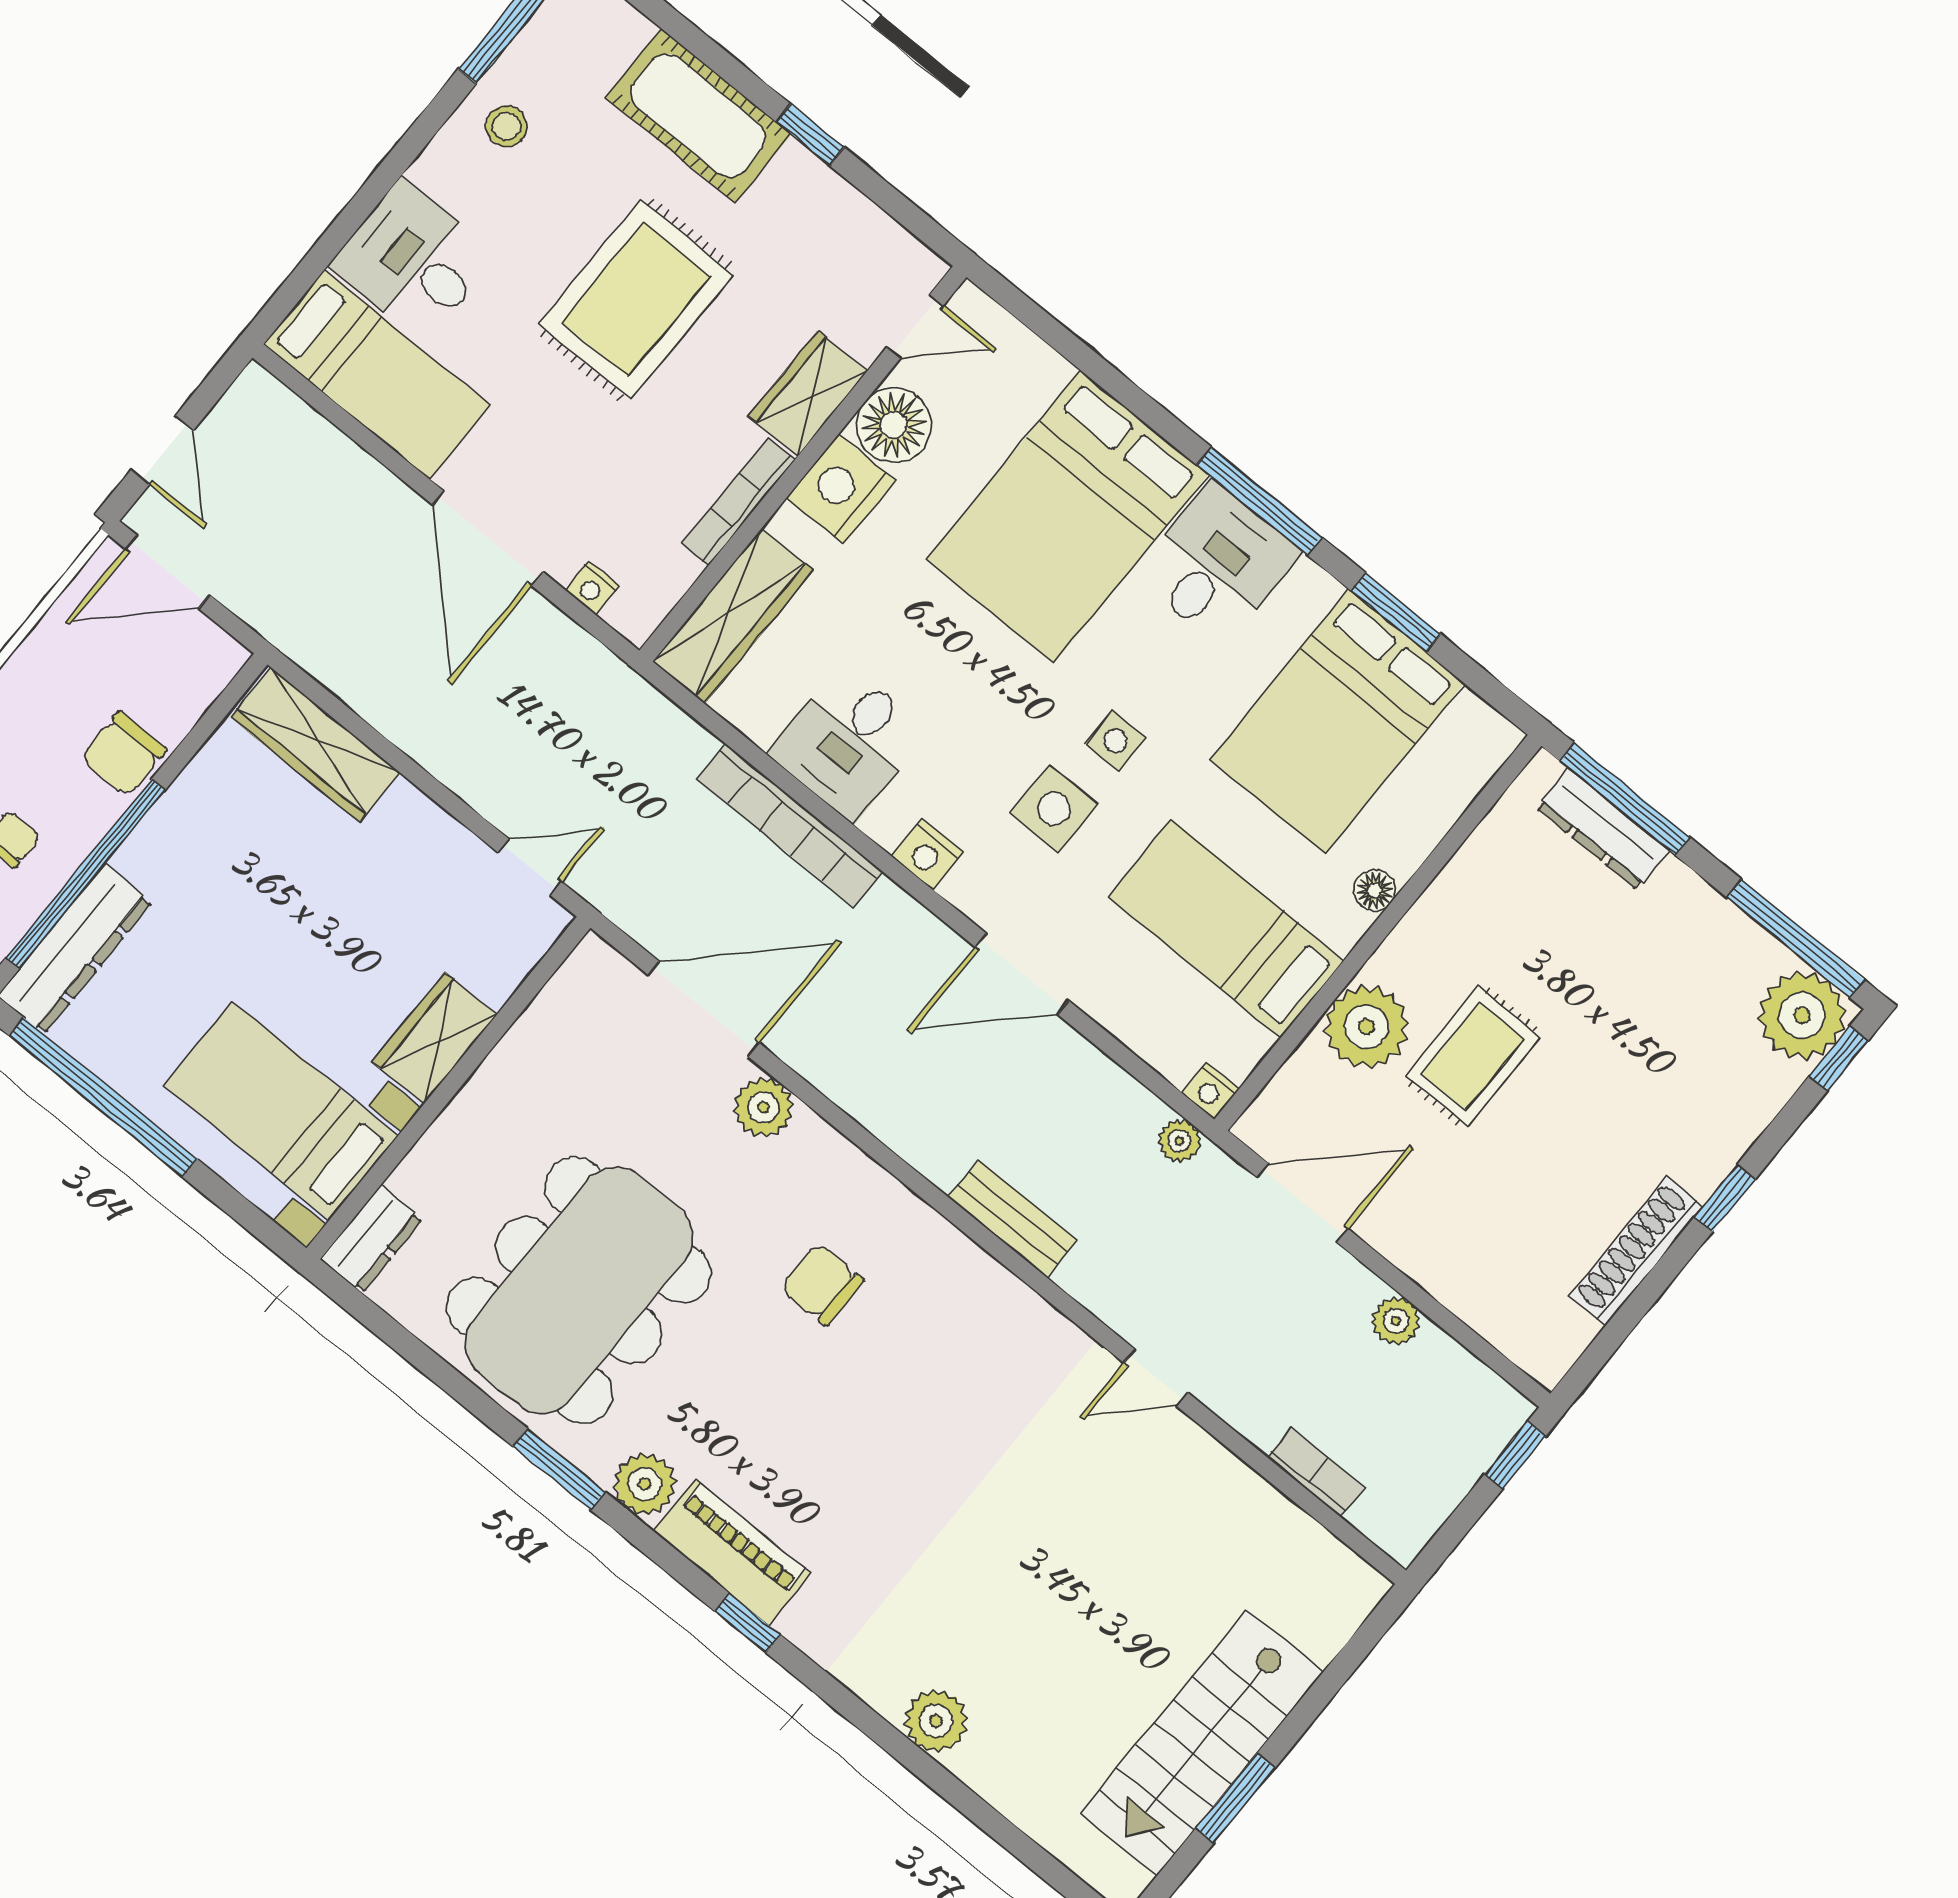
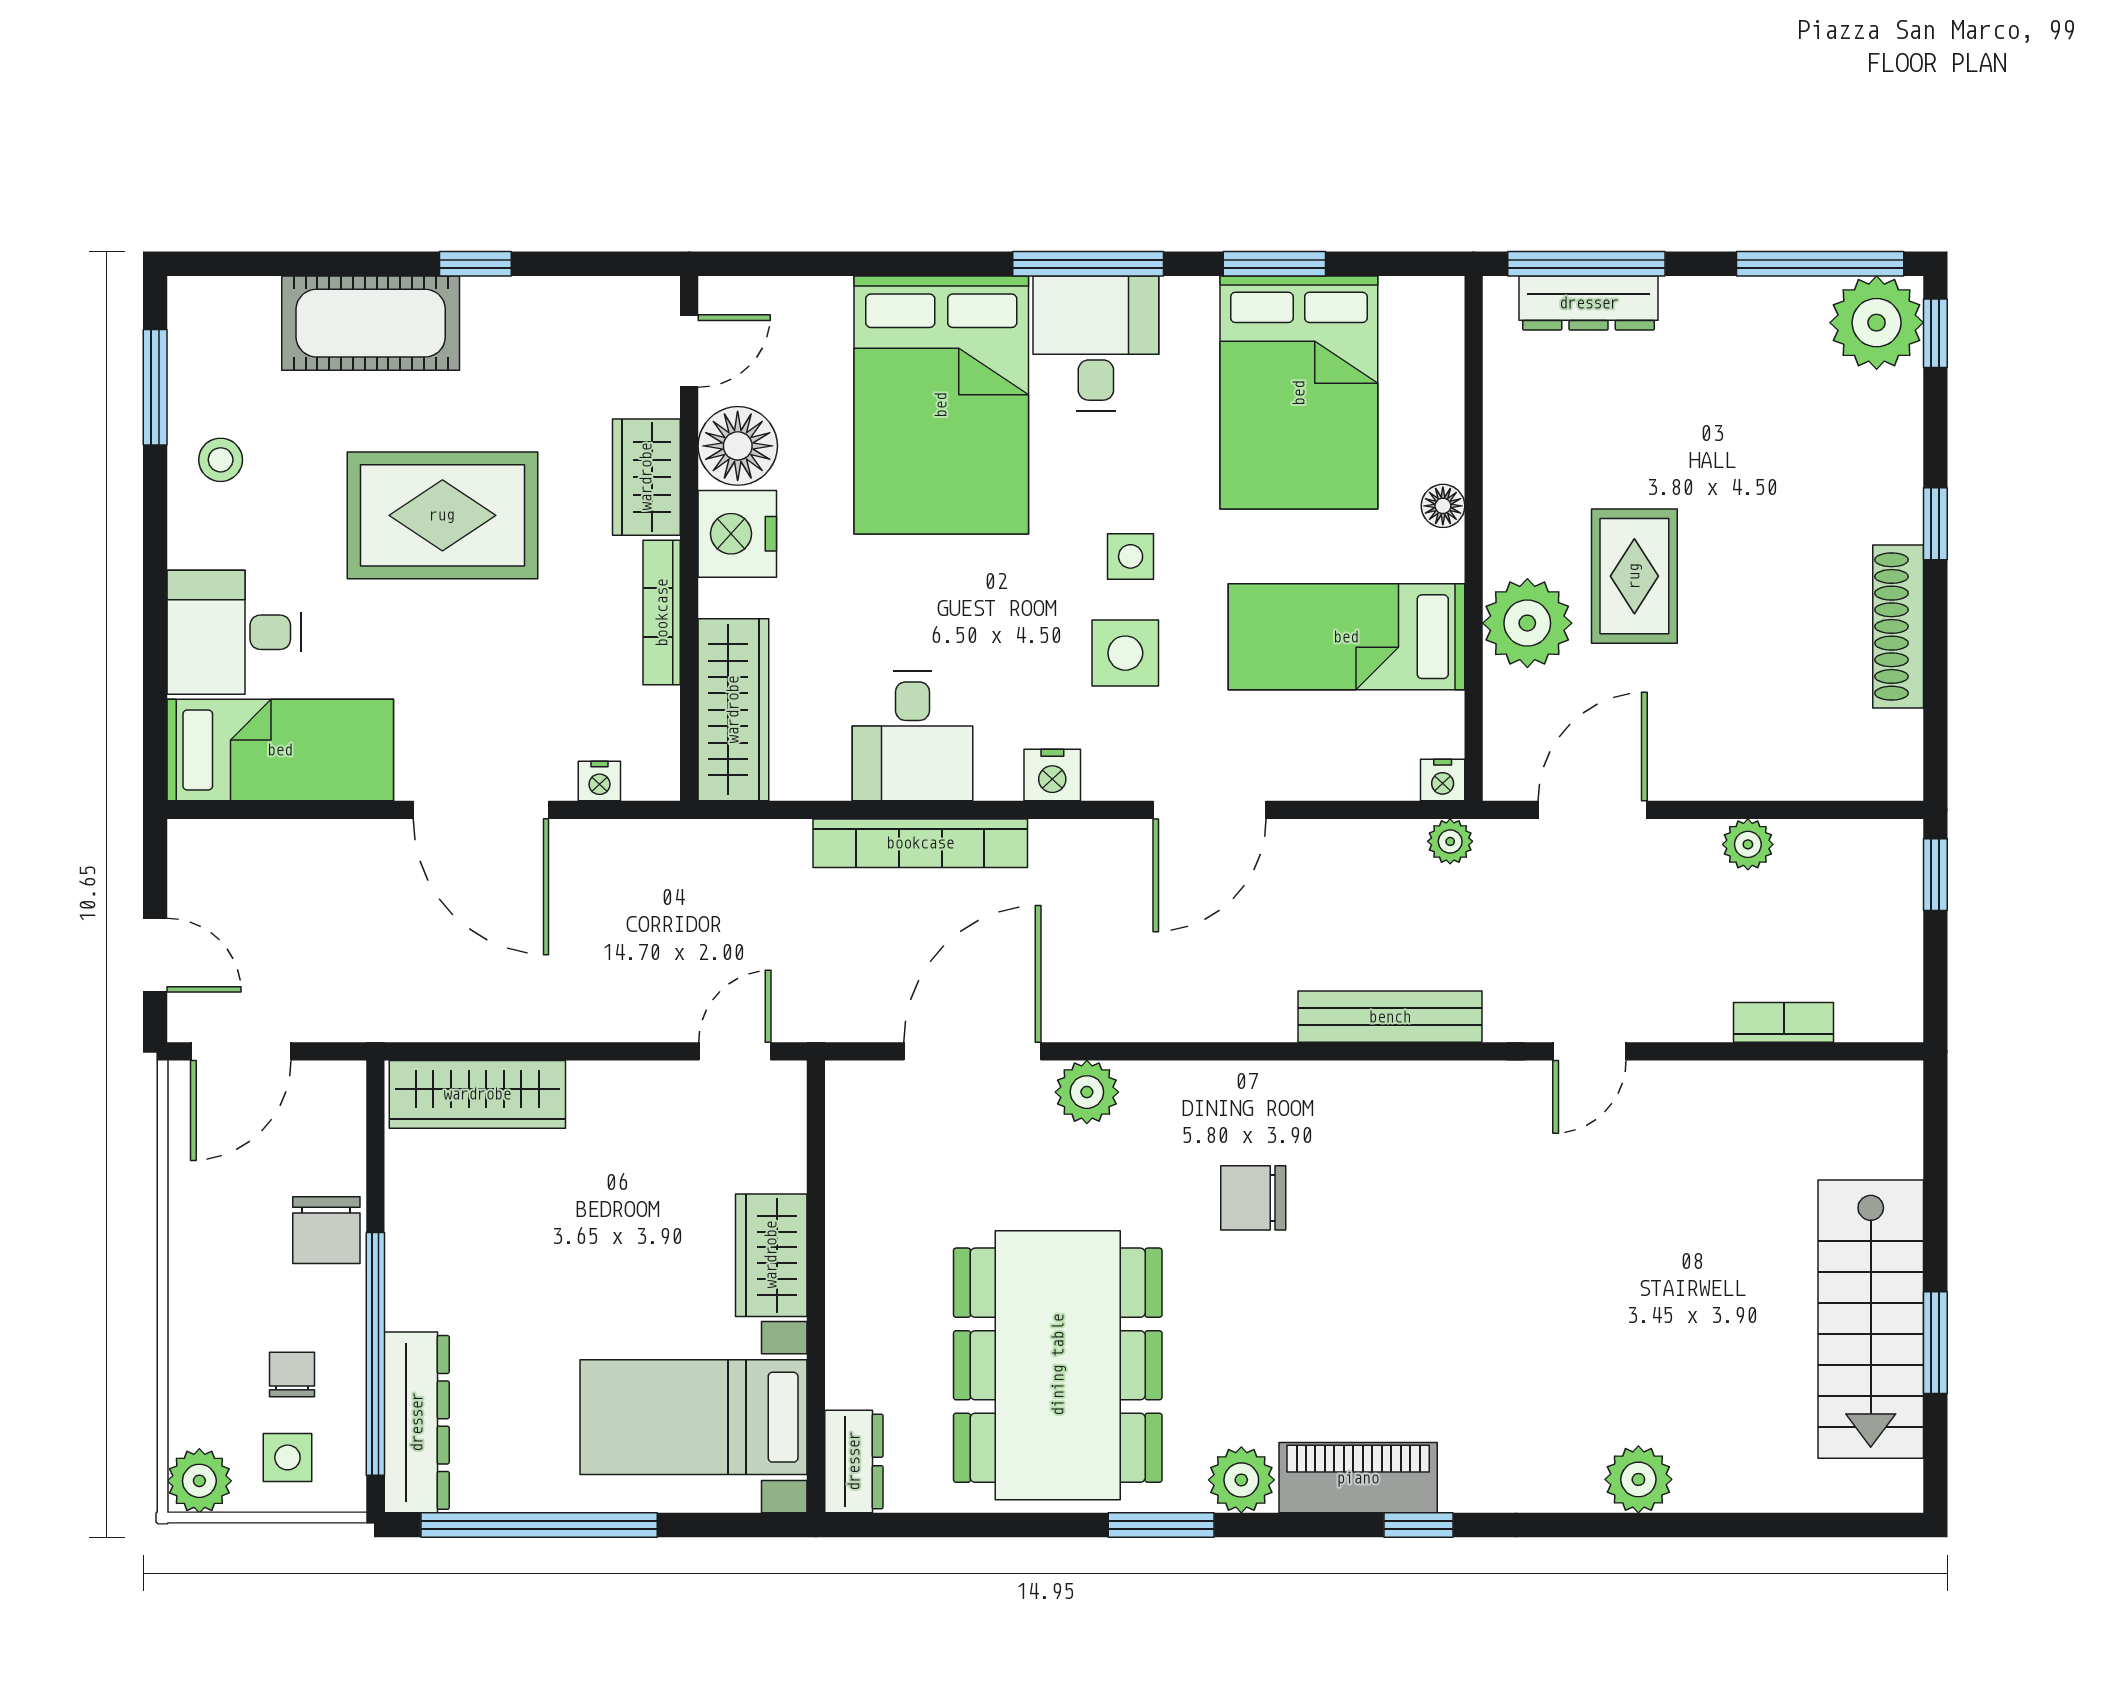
rug: (636, 300) -> (442, 515), turned 90
bench: (1013, 1219) -> (1390, 1017), width x1.36

